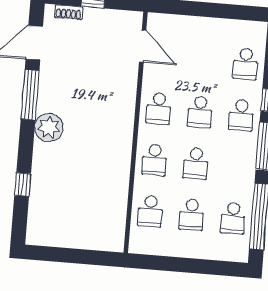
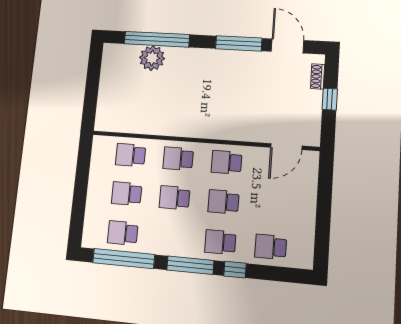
plant: (49, 127) -> (152, 58), moved
window: (23, 185) -> (157, 39), width x3.17

